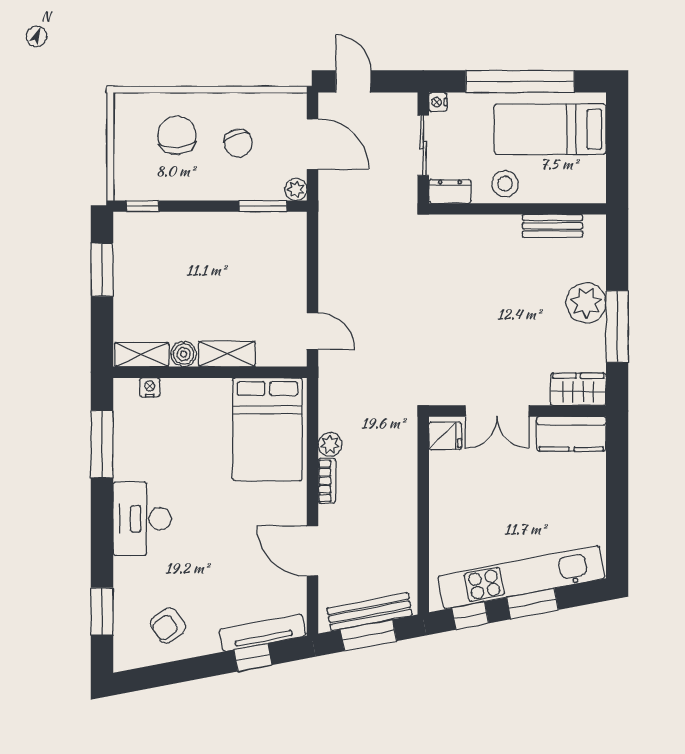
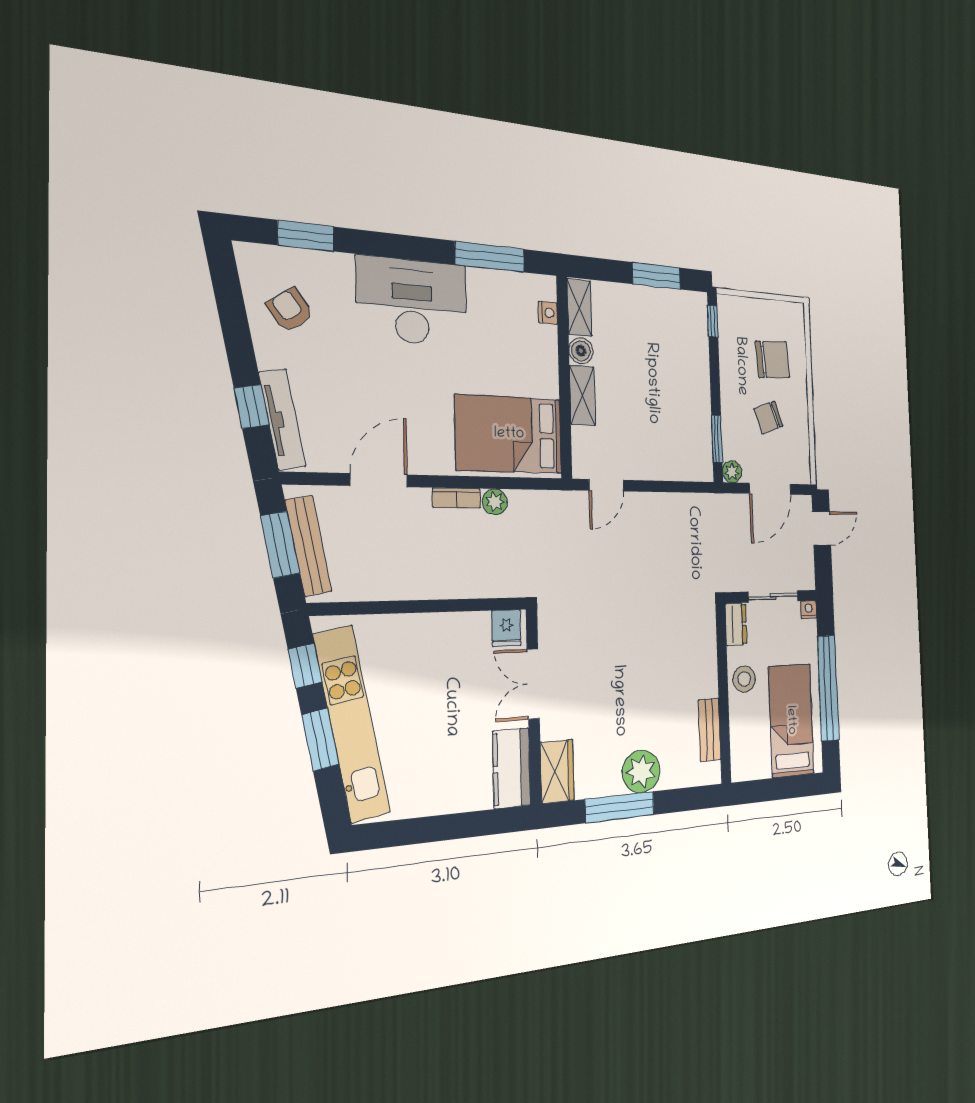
desk: (142, 519) -> (412, 301), width x1.36, depth x1.30

